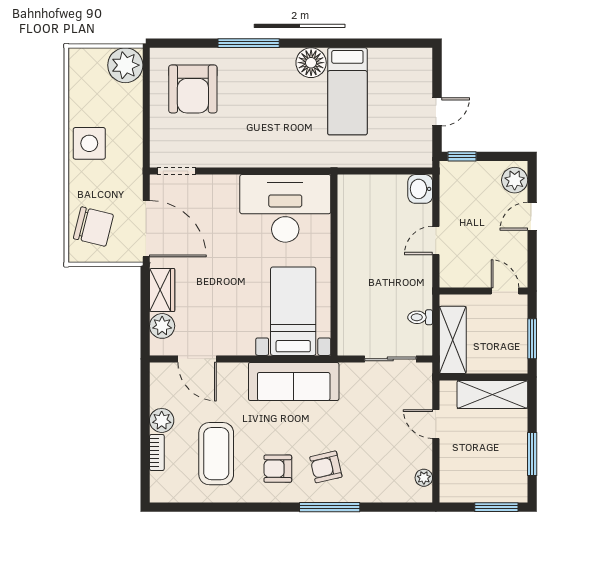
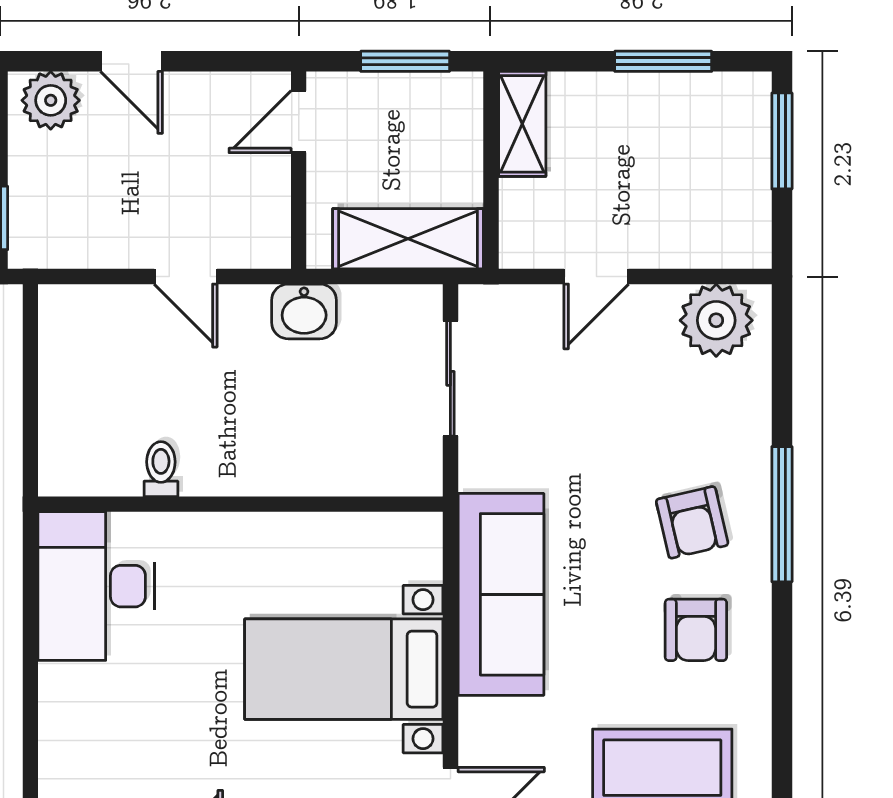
washbasin: (420, 189) -> (304, 311), moved
desk: (285, 208) -> (96, 586), width x0.73, depth x0.77
bed with nightstands: (293, 311) -> (344, 669), moved
toilet: (420, 317) -> (161, 469), moved, turned 180
shelving: (492, 394) -> (522, 124), width x0.67, depth x0.75
plant: (424, 478) -> (716, 320), width x1.88, depth x1.88

